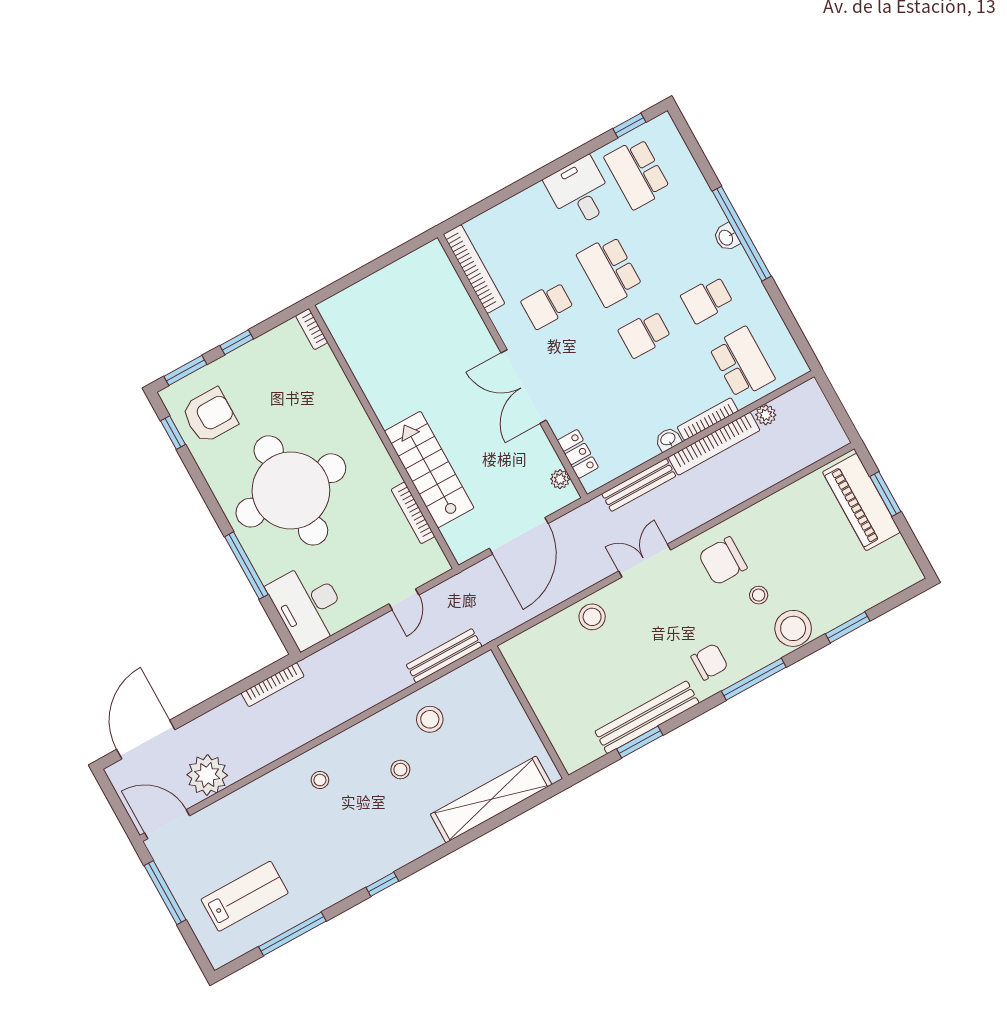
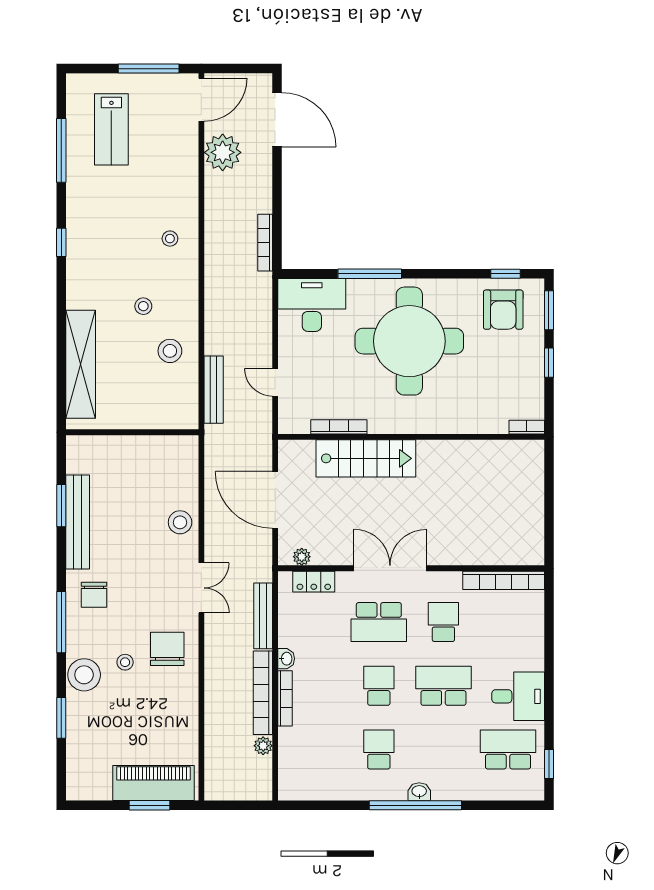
school desk: (742, 363) -> (379, 622), moved

